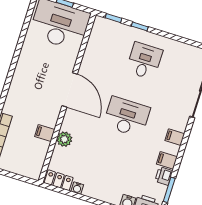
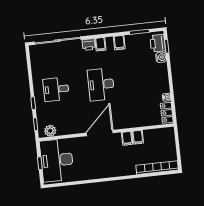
filing cabinet: (49, 120) -> (127, 138), added
plant: (64, 139) -> (50, 131), moved
printer: (164, 176) -> (89, 45), moved

